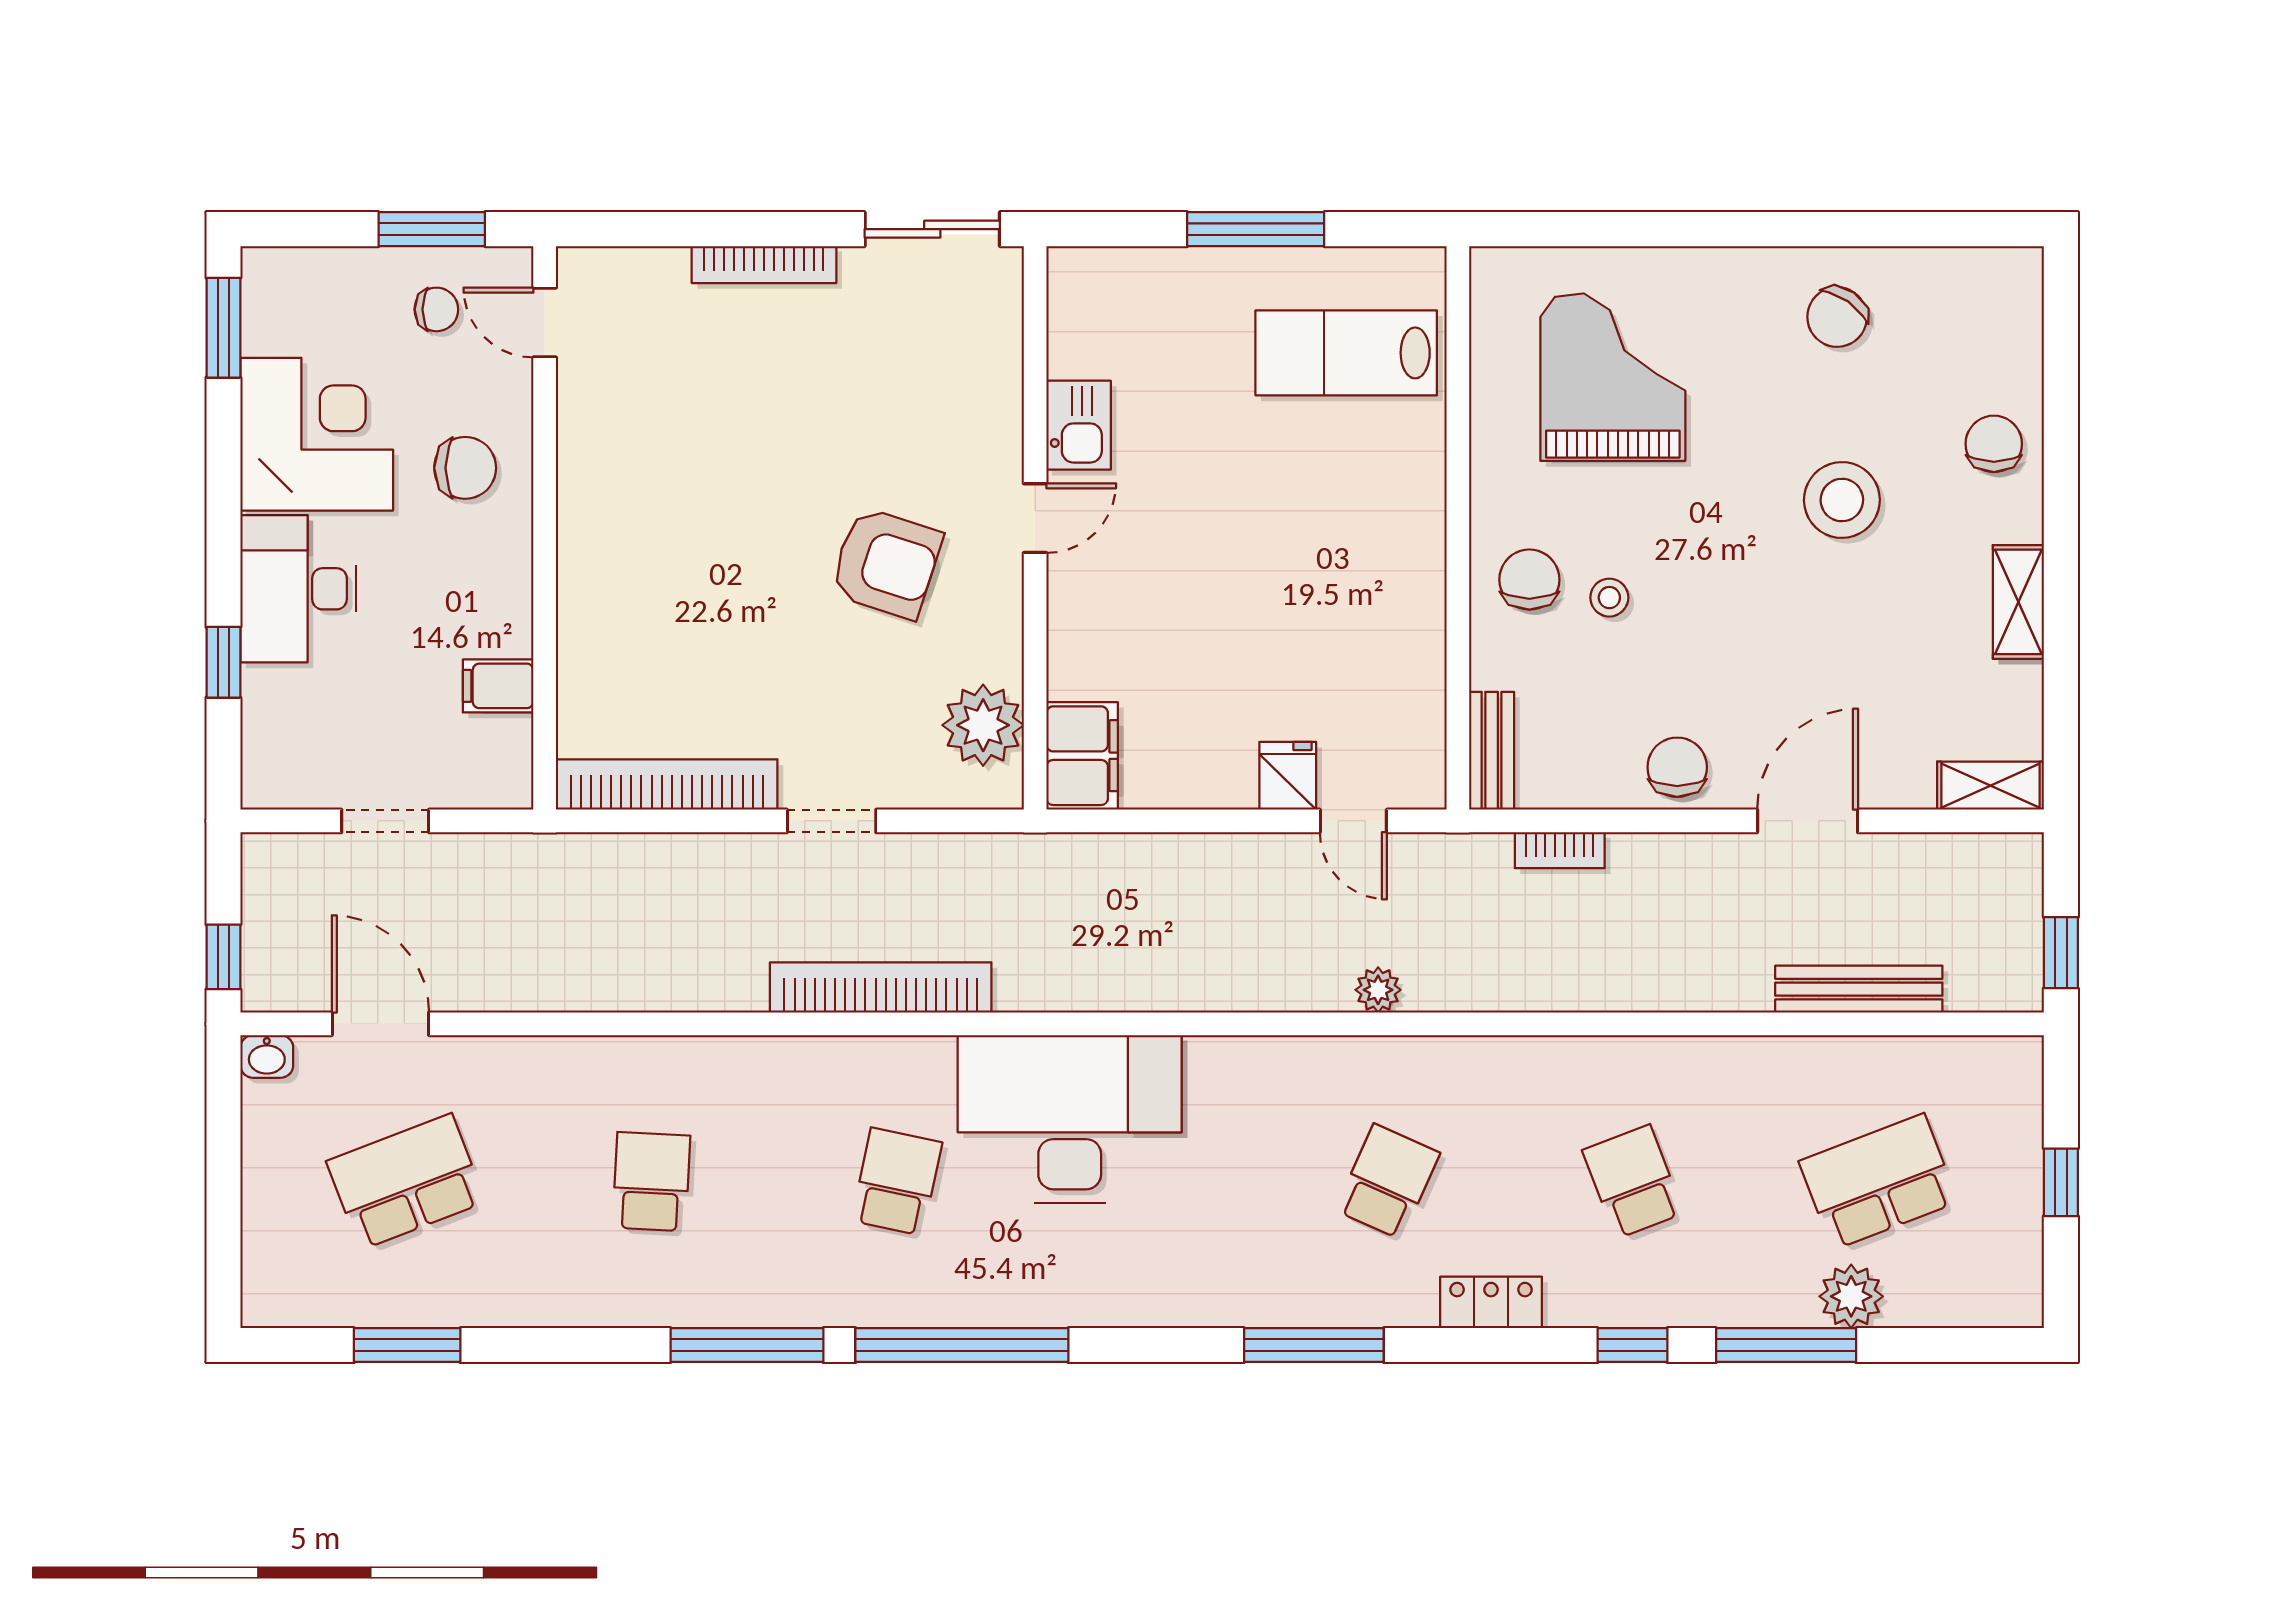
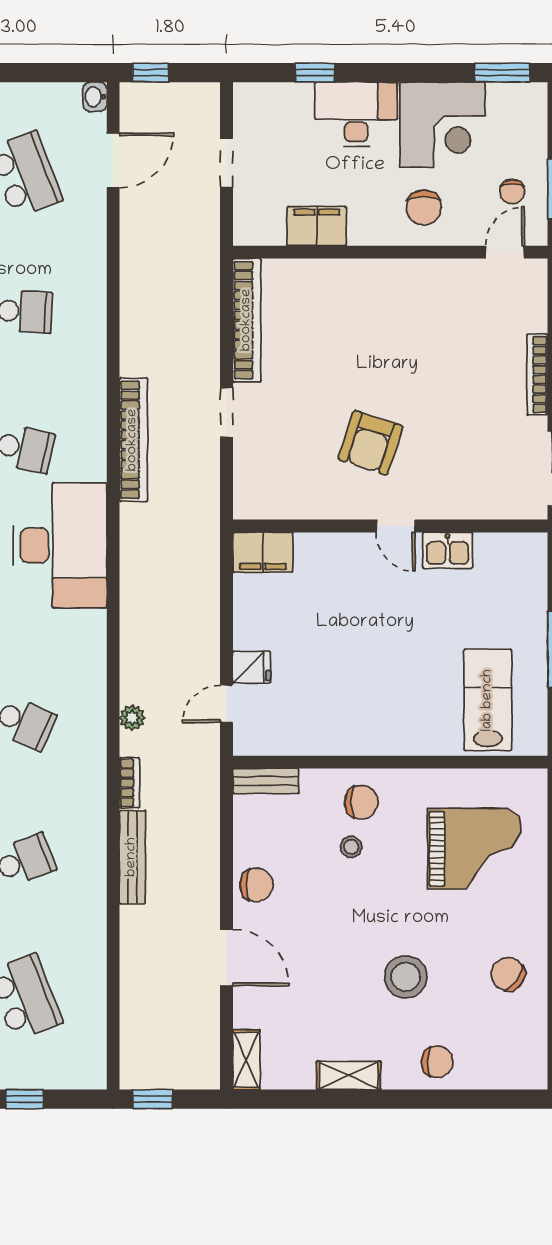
filing cabinet: (498, 686) -> (317, 226), width x2.00
plant: (983, 725) -> (280, 497), removed
bookcase: (1560, 850) -> (129, 783), moved, turned 180
bench: (1859, 989) -> (132, 857), moved

